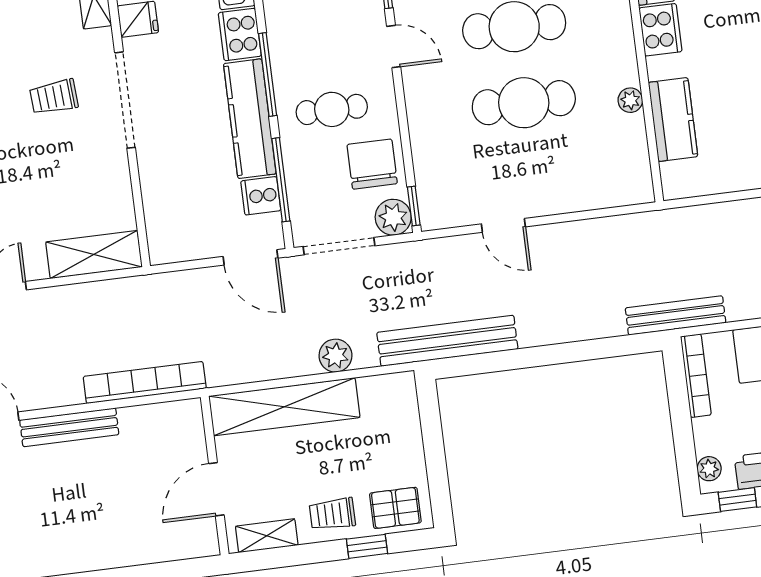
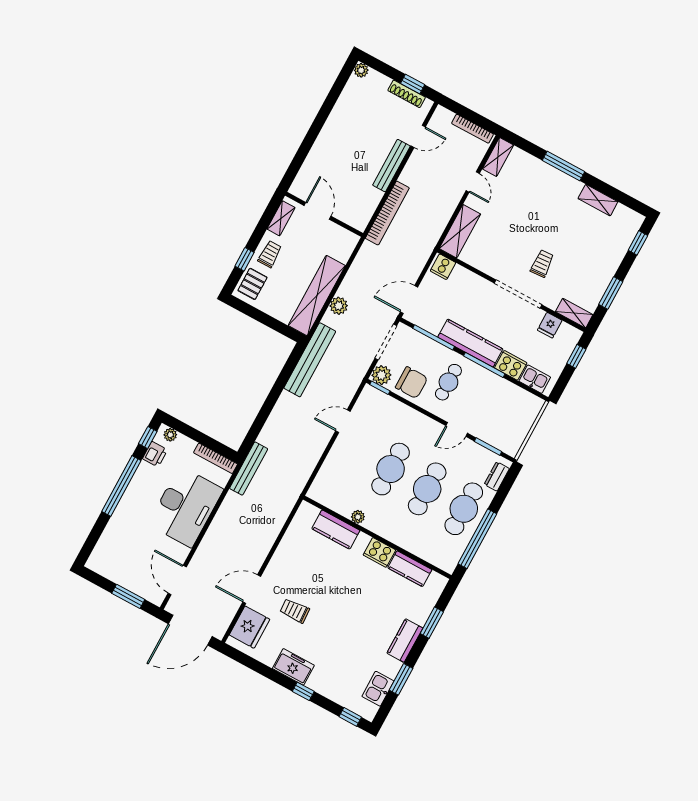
cooker: (261, 196) -> (443, 267), moved, turned 180
shelving: (284, 407) -> (317, 296), moved

